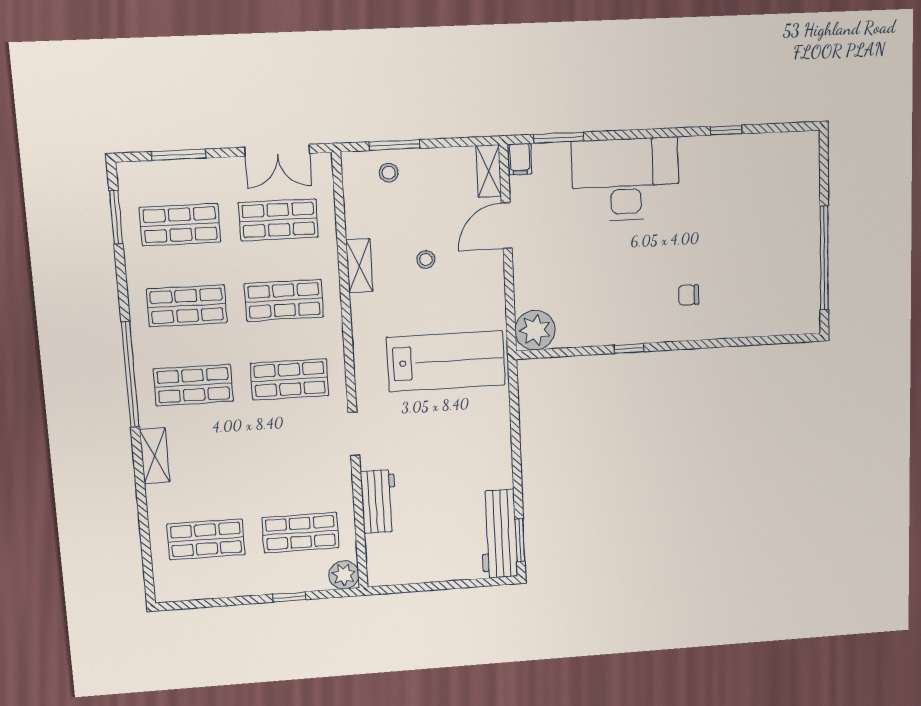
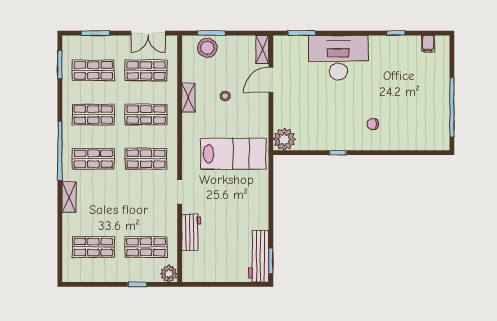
filing cabinet: (520, 159) -> (428, 44), moved
stool: (389, 173) -> (207, 48), width x1.89, depth x1.89

